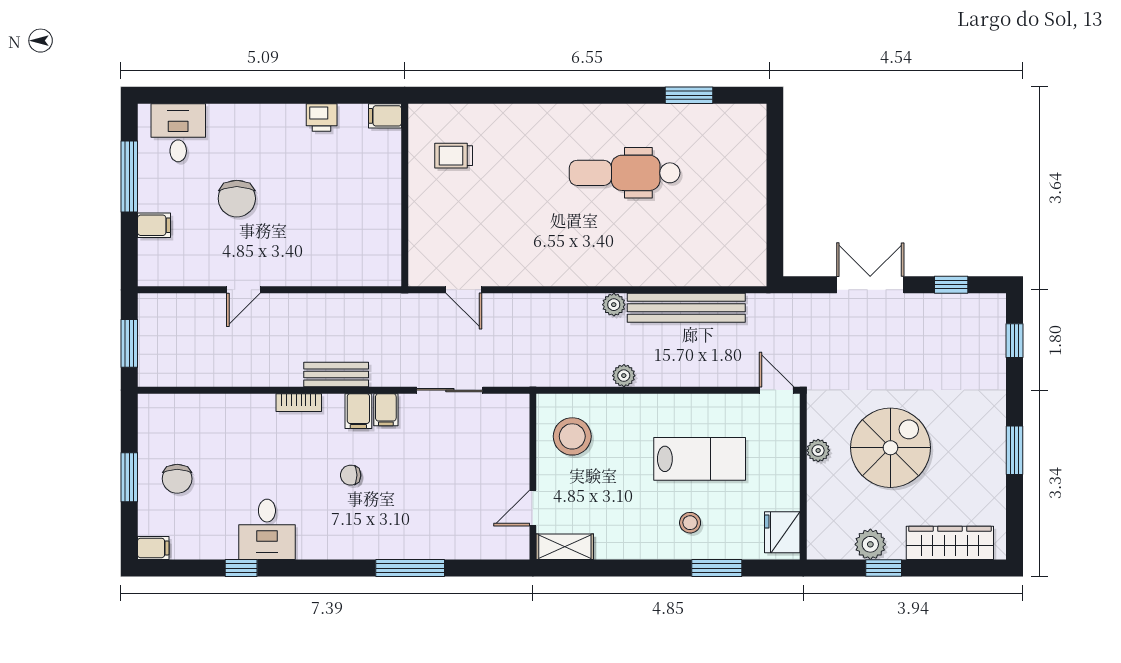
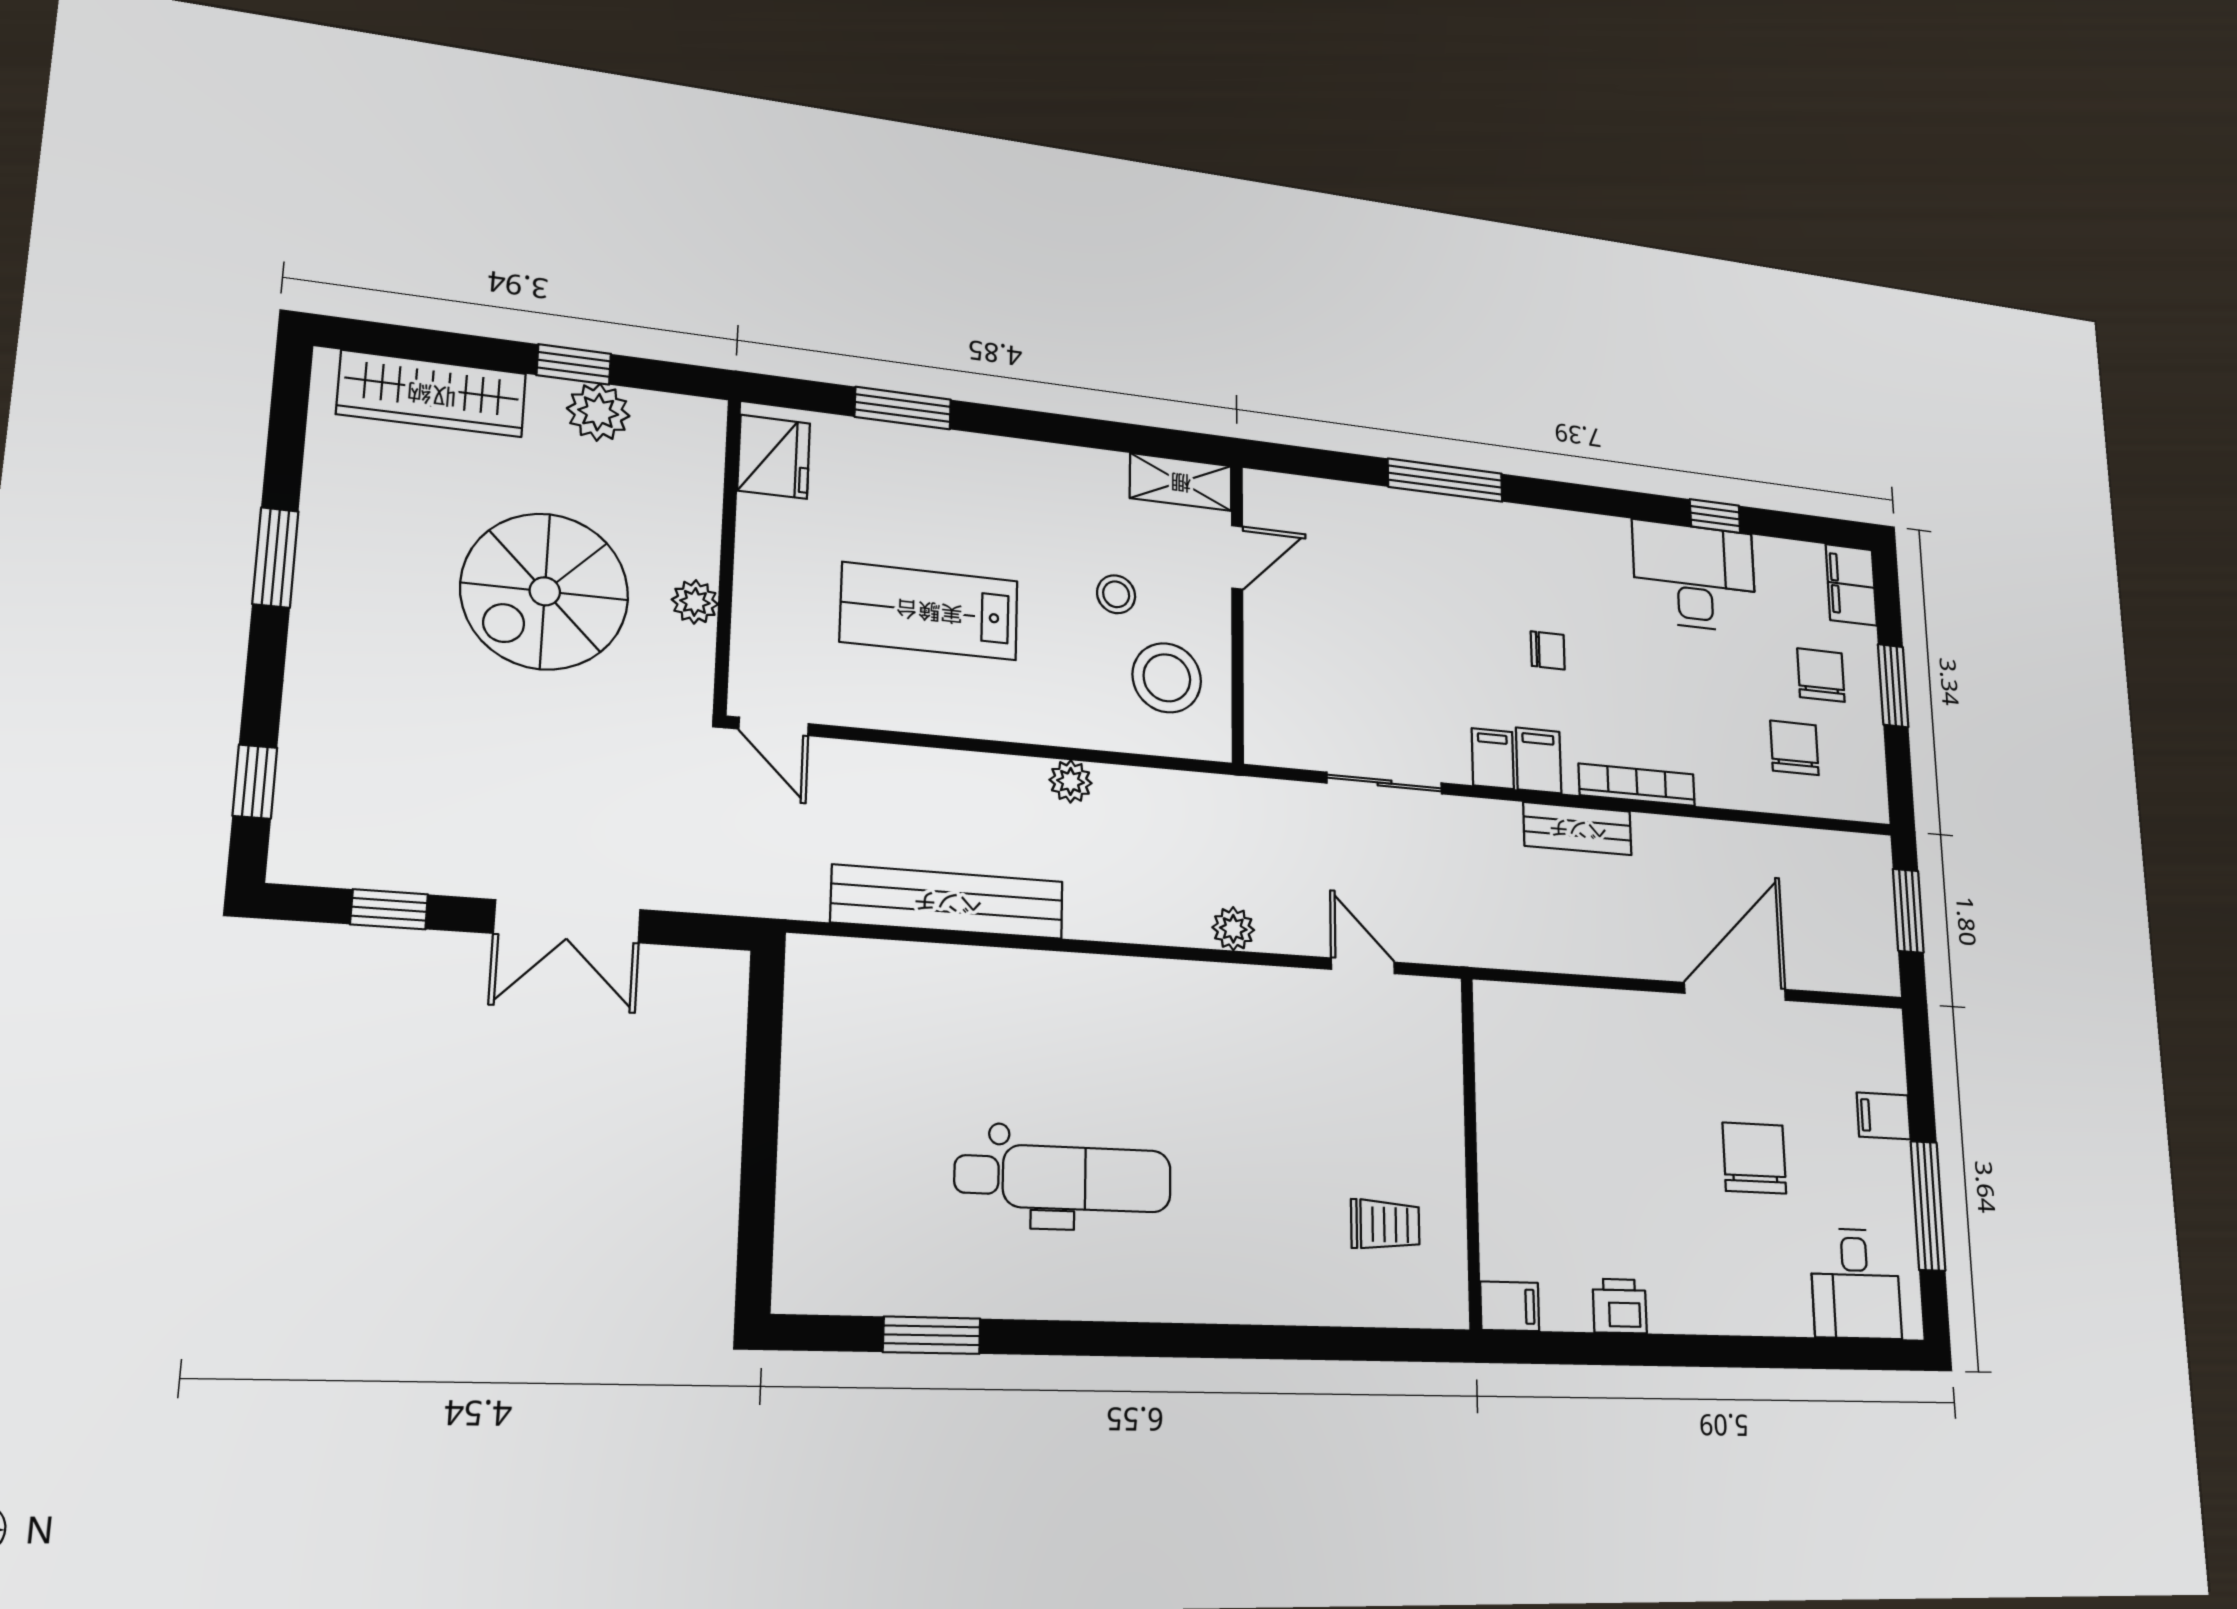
door: (243, 290) -> (1735, 991), width x1.88
plant: (614, 305) -> (1233, 929), moved
bookcase: (299, 403) -> (1637, 785), width x1.56
chair: (197, 433) -> (1794, 748), added
stool: (690, 523) -> (1116, 594), moved
desk: (267, 529) -> (1694, 577), width x1.37
filing cabinet: (153, 548) -> (1851, 585), width x2.00

